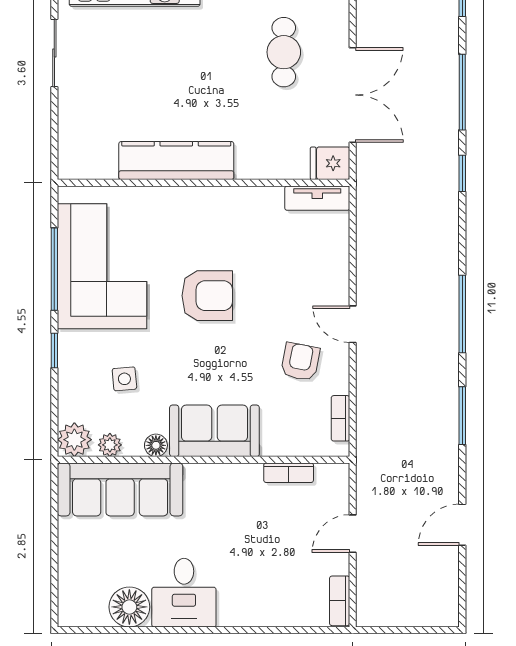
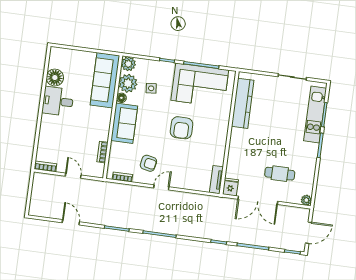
kitchen counter: (176, 161) -> (243, 103), moved
plant: (110, 445) -> (128, 83), width x1.87, depth x1.87

